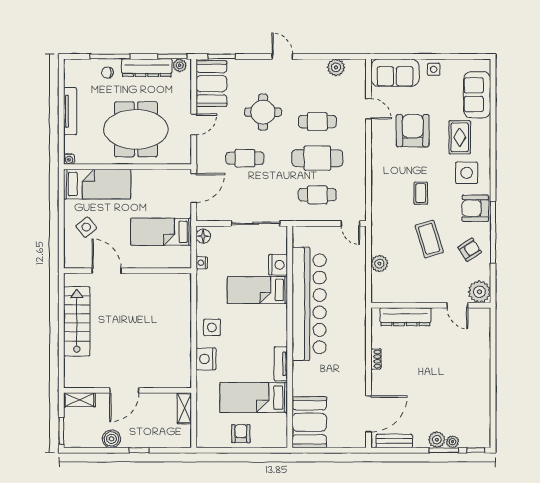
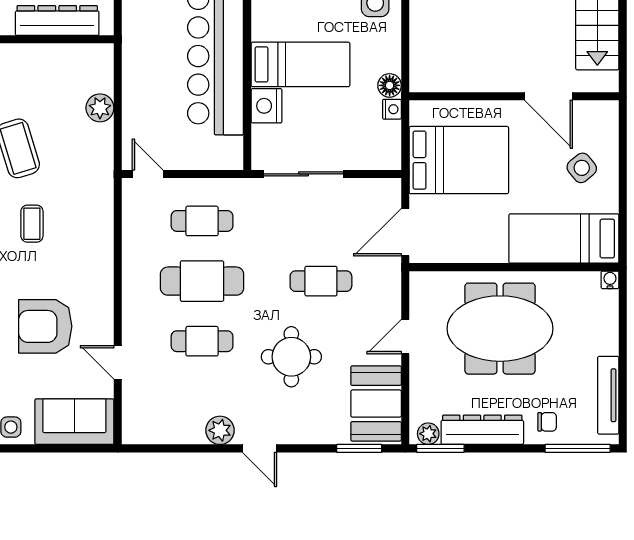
window: (110, 56) -> (578, 448), moved
plant: (336, 67) -> (220, 430), moved
tv unit: (70, 111) -> (608, 395), moved
armchair: (413, 131) -> (45, 326), turned 90
bed: (161, 232) -> (459, 160), width x1.50
floor lamp: (203, 236) -> (390, 85), moved

